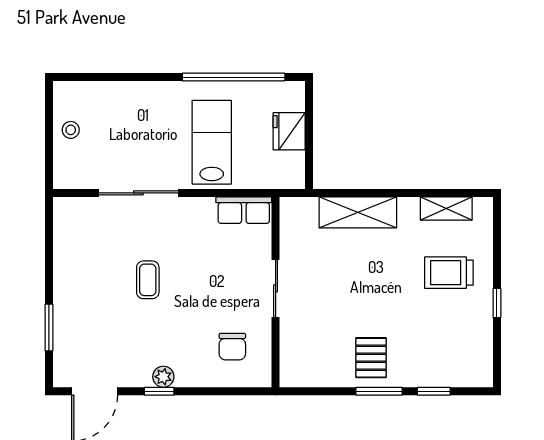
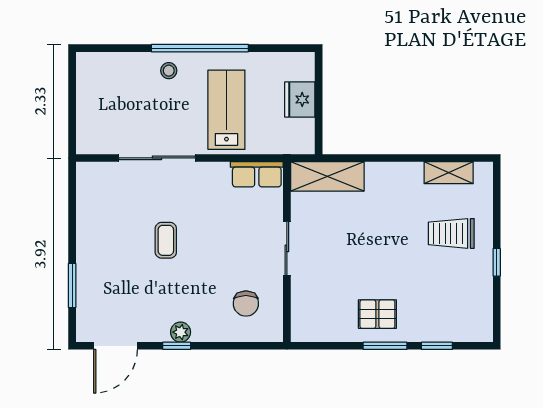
window: (234, 77) -> (200, 48), moved
stool: (71, 130) -> (169, 71), moved
shelving: (358, 212) -> (327, 176), moved
pallet: (371, 358) -> (377, 314), turned 90

